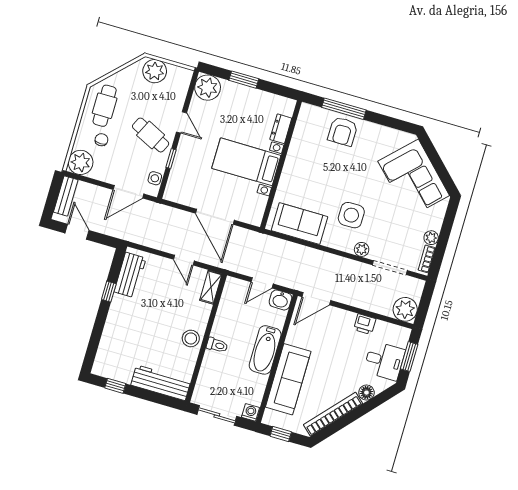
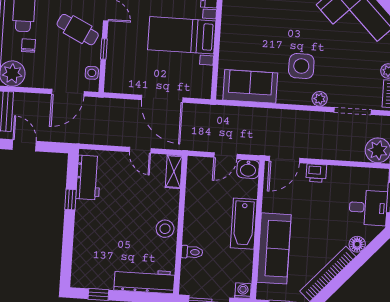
printer: (365, 324) -> (316, 173), moved
toilet: (217, 345) -> (192, 252), moved

